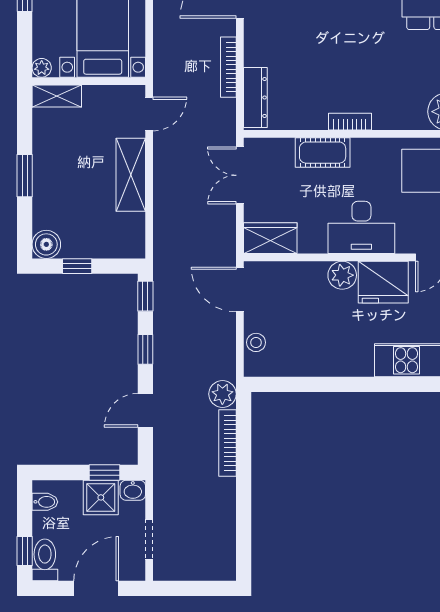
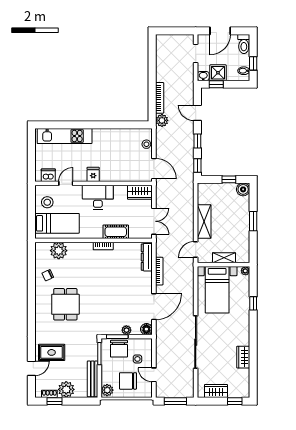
shelving: (57, 96) -> (224, 258), moved
plant: (342, 275) -> (107, 175), removed
fridge: (383, 282) -> (93, 174), width x0.53, depth x0.75
door: (145, 410) -> (197, 113), swing flipped
window: (25, 551) -> (253, 63), moved

